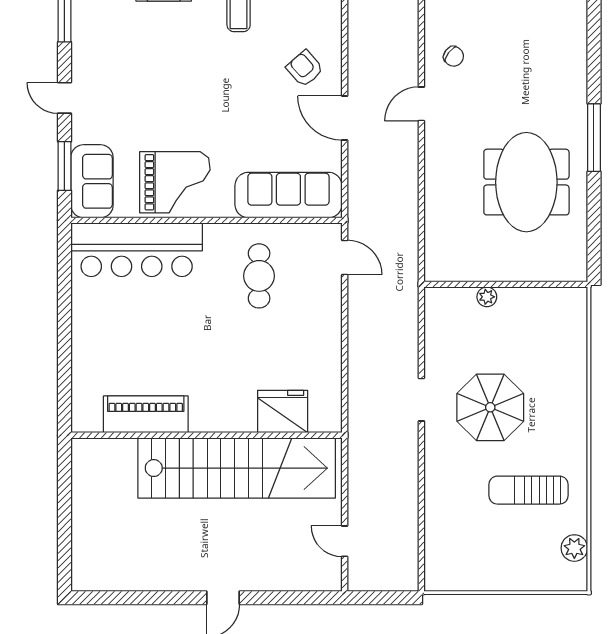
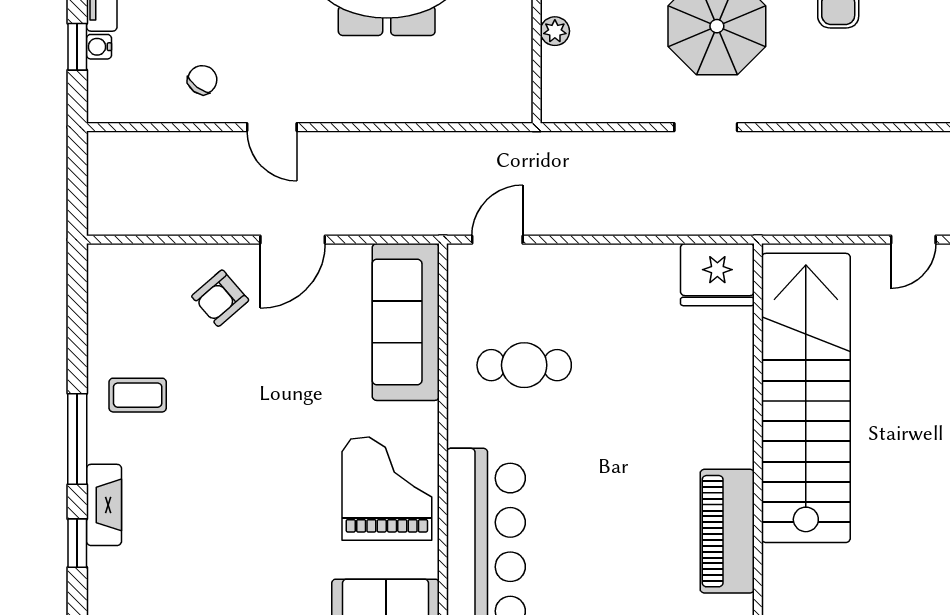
fridge: (283, 412) -> (717, 275), moved, turned -90

